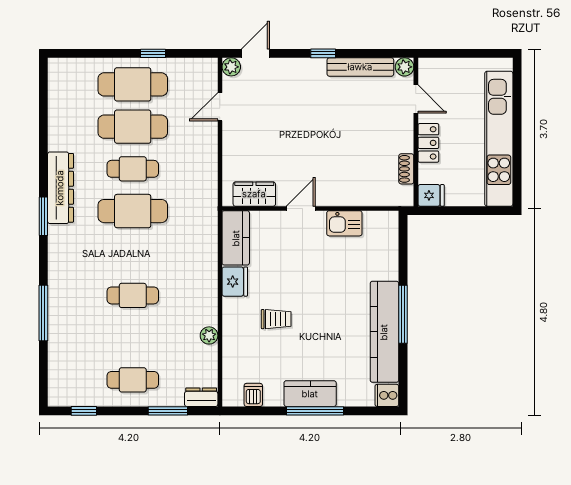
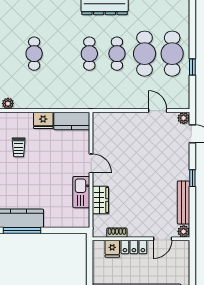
wardrobe: (254, 194) -> (100, 200), moved
fridge: (431, 195) -> (112, 249), moved
cafe table: (133, 211) -> (89, 54), width x0.73, depth x0.74
kitchen sink: (344, 223) -> (81, 192), width x1.38

